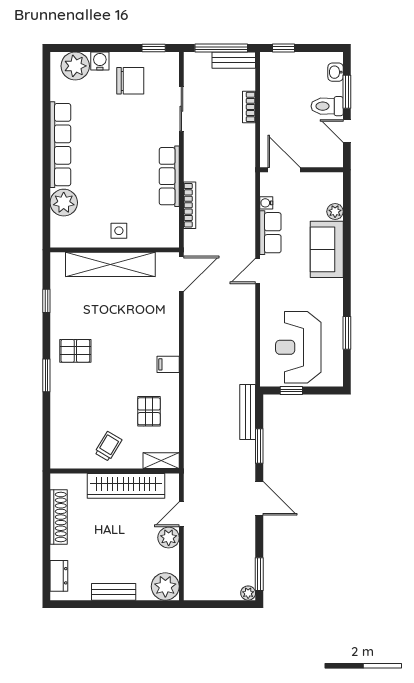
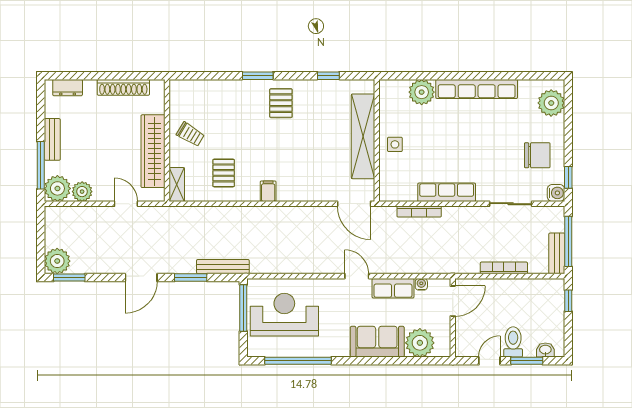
water cooler: (100, 61) -> (556, 193), moved
chair: (130, 81) -> (537, 155), turned -90
bookcase: (249, 107) -> (504, 268), width x1.56
plant: (335, 212) -> (420, 343), width x1.87, depth x1.87
window: (347, 333) -> (298, 361), width x2.11
window: (291, 391) -> (243, 308), width x2.17
pallet: (149, 411) -> (224, 173), turned 90
plant: (169, 538) -> (82, 192), moved
plant: (248, 593) -> (57, 261), width x1.88, depth x1.88
window: (141, 604) -> (41, 165), added

